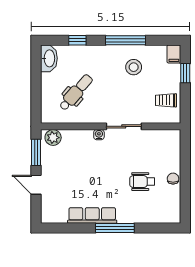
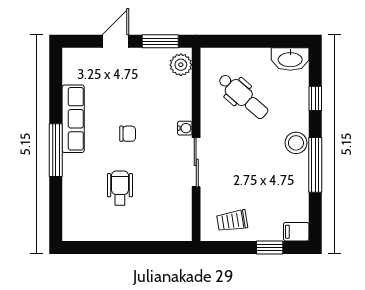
stool: (134, 67) -> (296, 143), moved
trolley: (166, 100) -> (232, 221), turned -99
chair: (173, 179) -> (128, 134), moved

